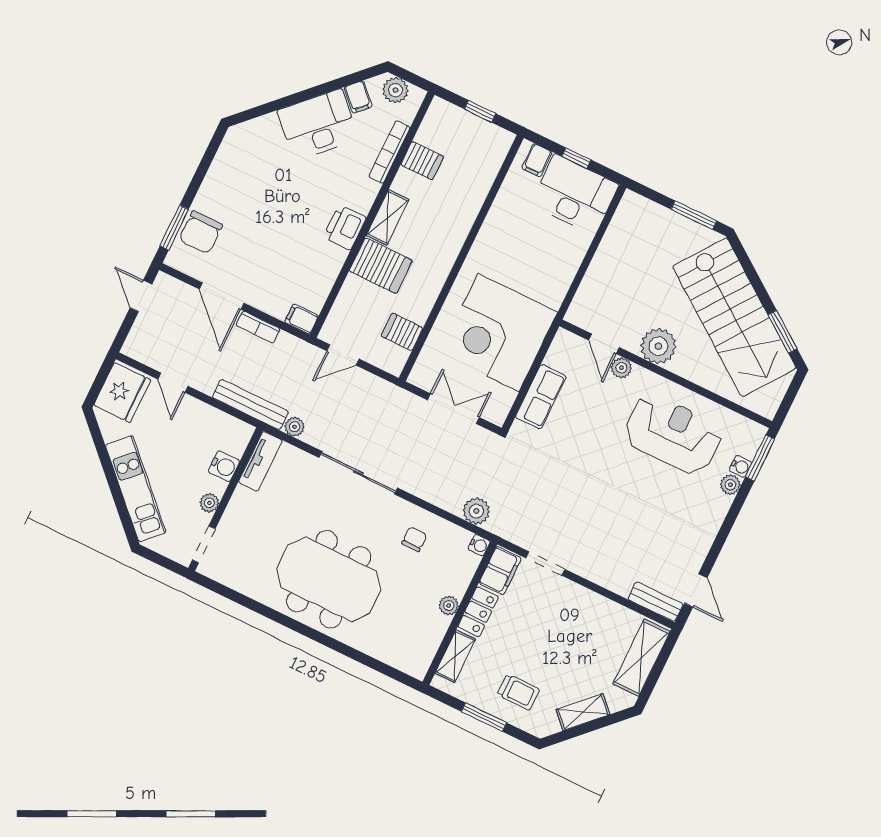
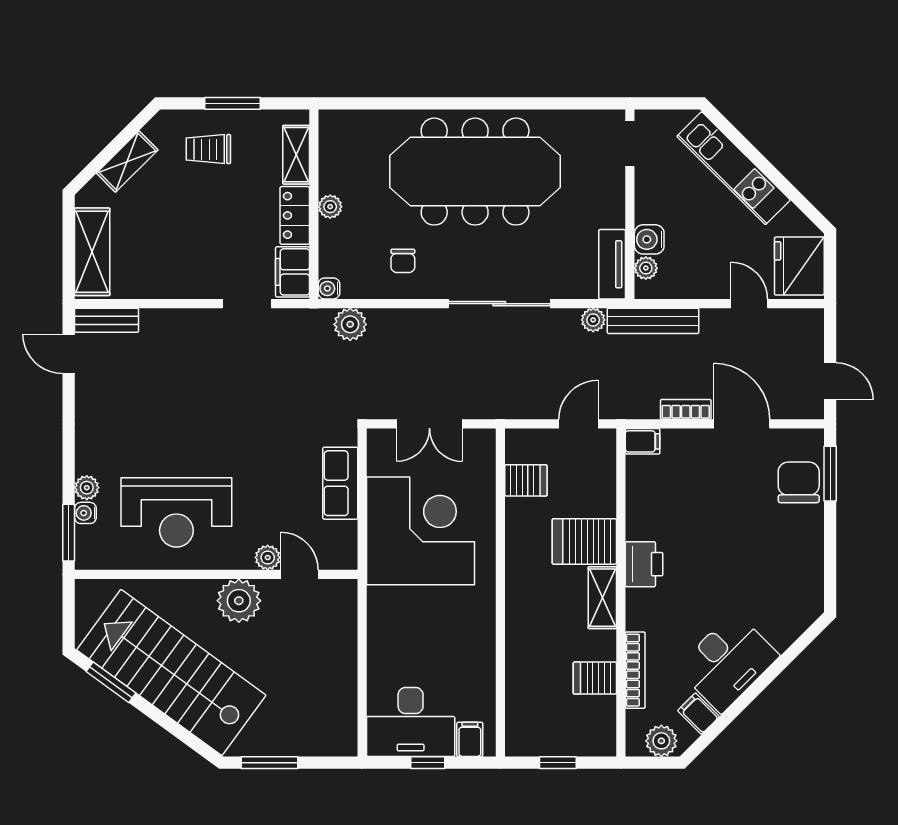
plant: (209, 503) -> (646, 268), moved
meeting table: (329, 579) -> (475, 172), width x1.36

